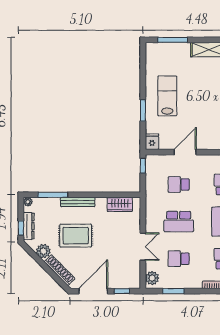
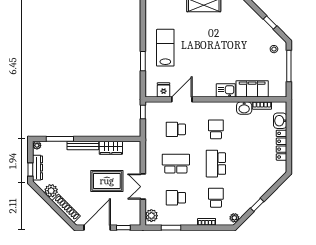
fridge: (152, 142) -> (164, 90), moved
wardrobe: (120, 204) -> (111, 148), moved
school desk: (179, 222) -> (176, 164), turned 180
rug: (76, 236) -> (107, 181), moved
double door: (143, 247) -> (143, 187), swing flipped

